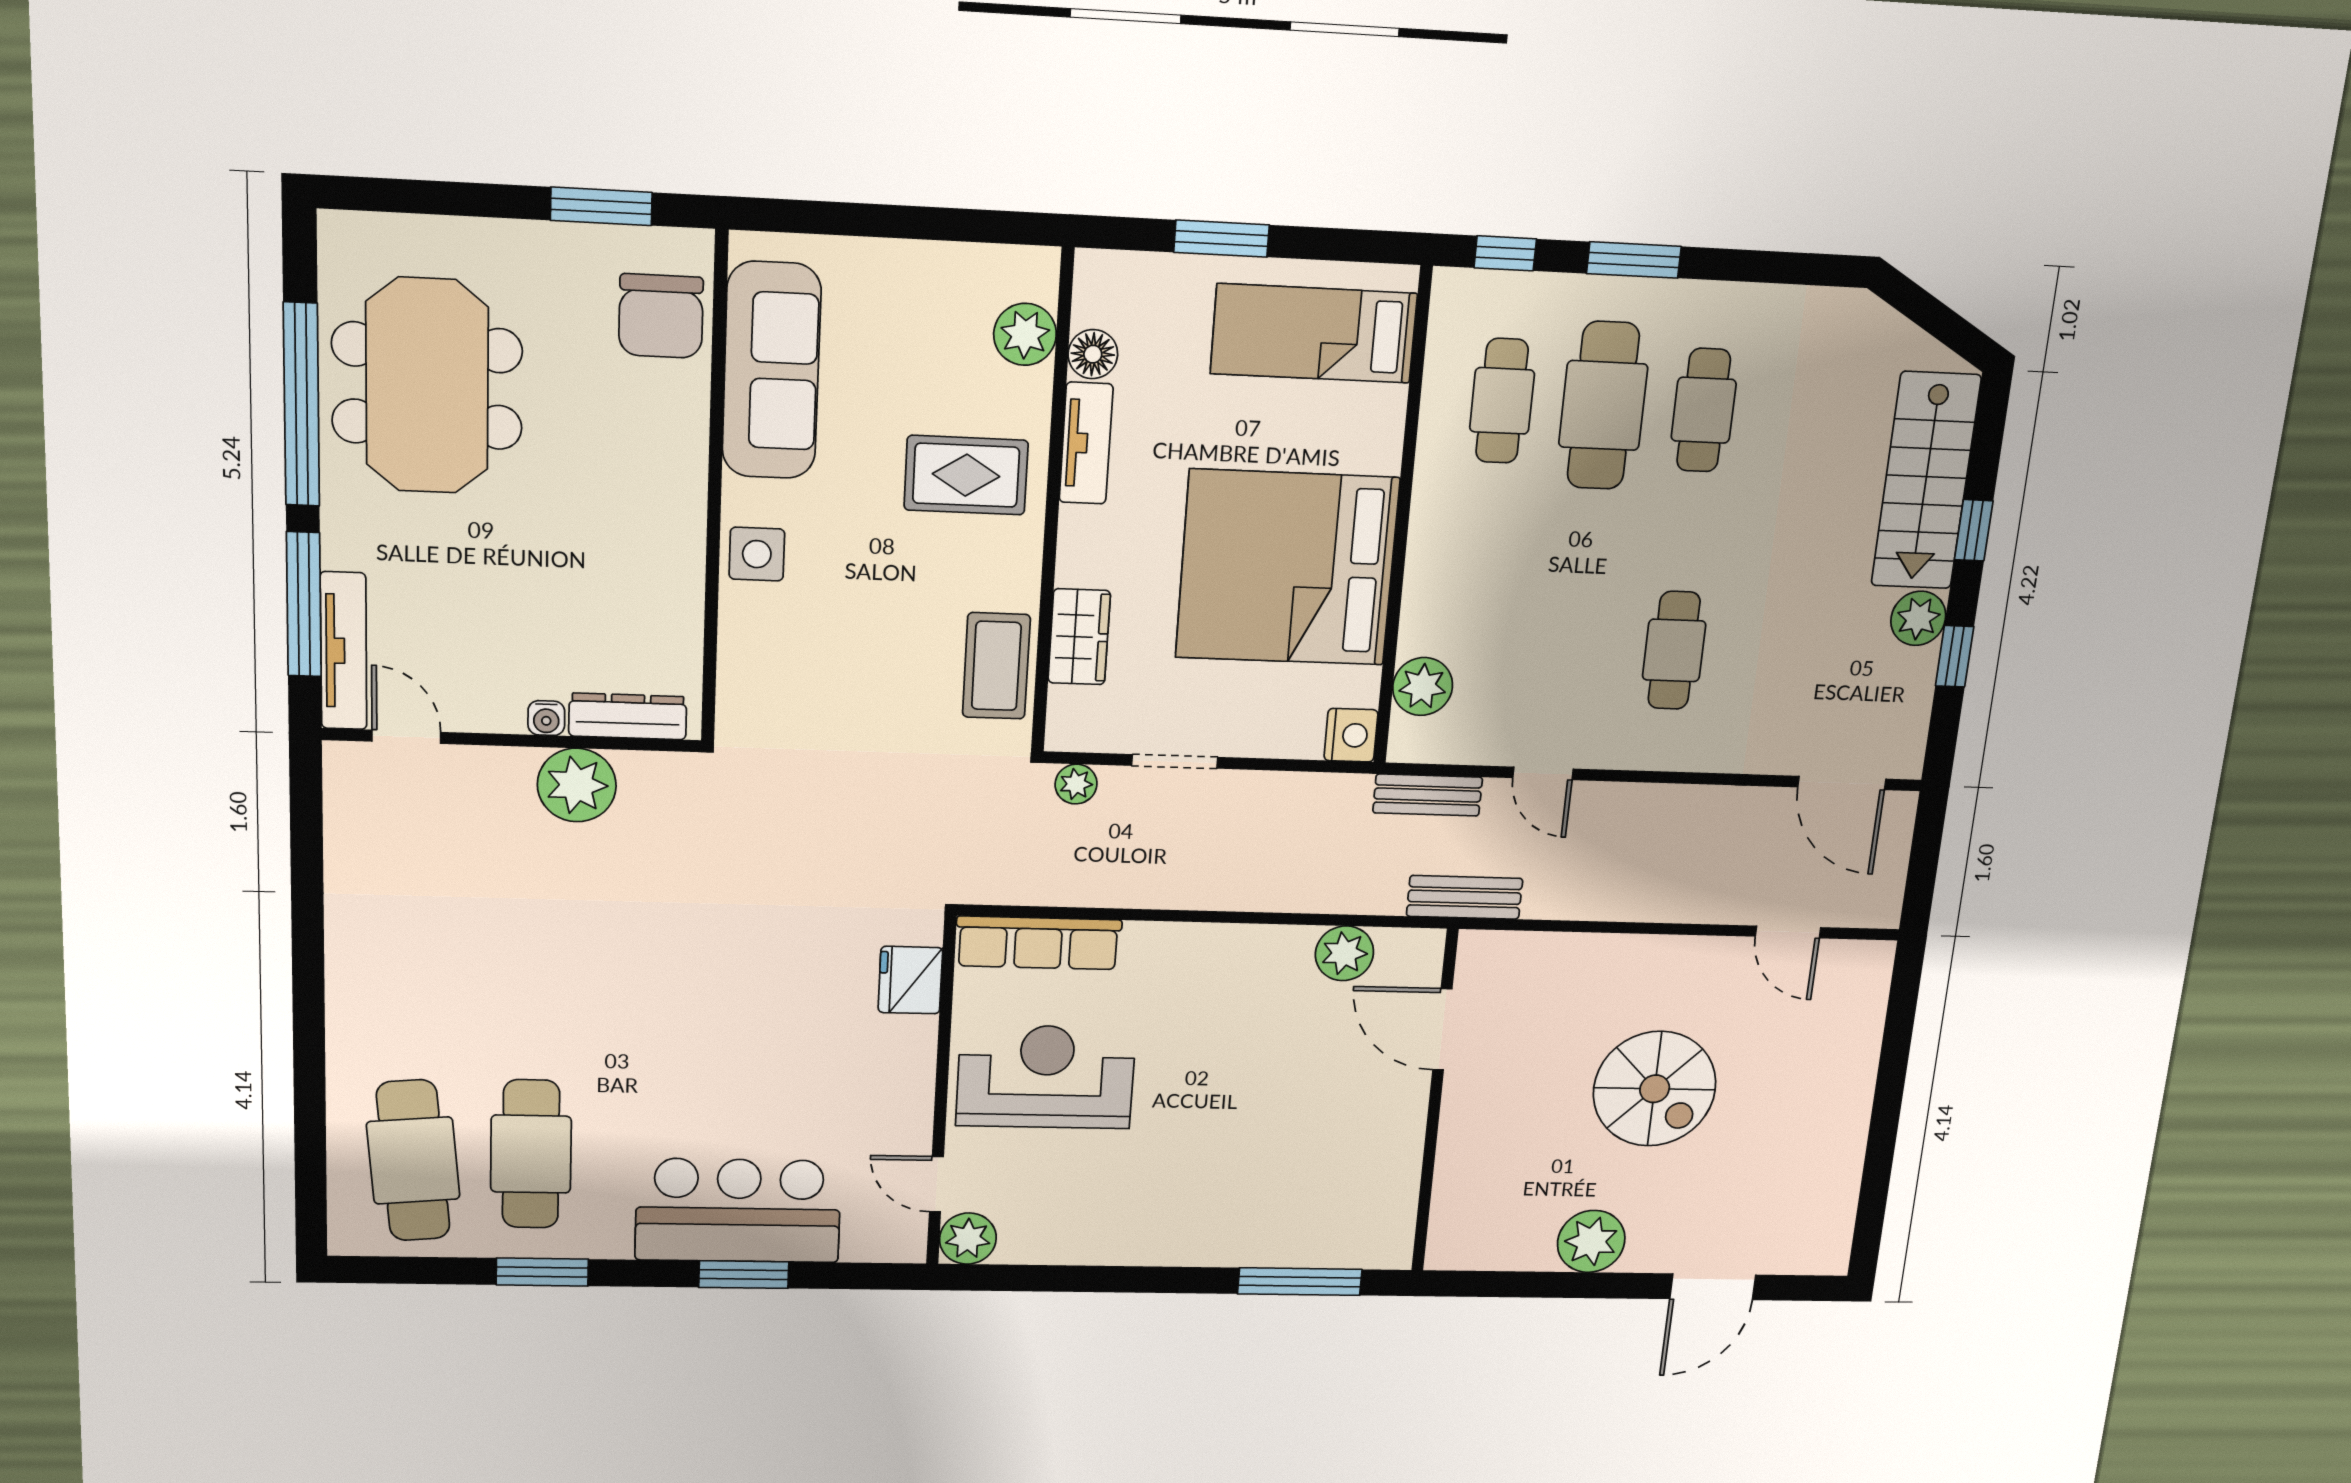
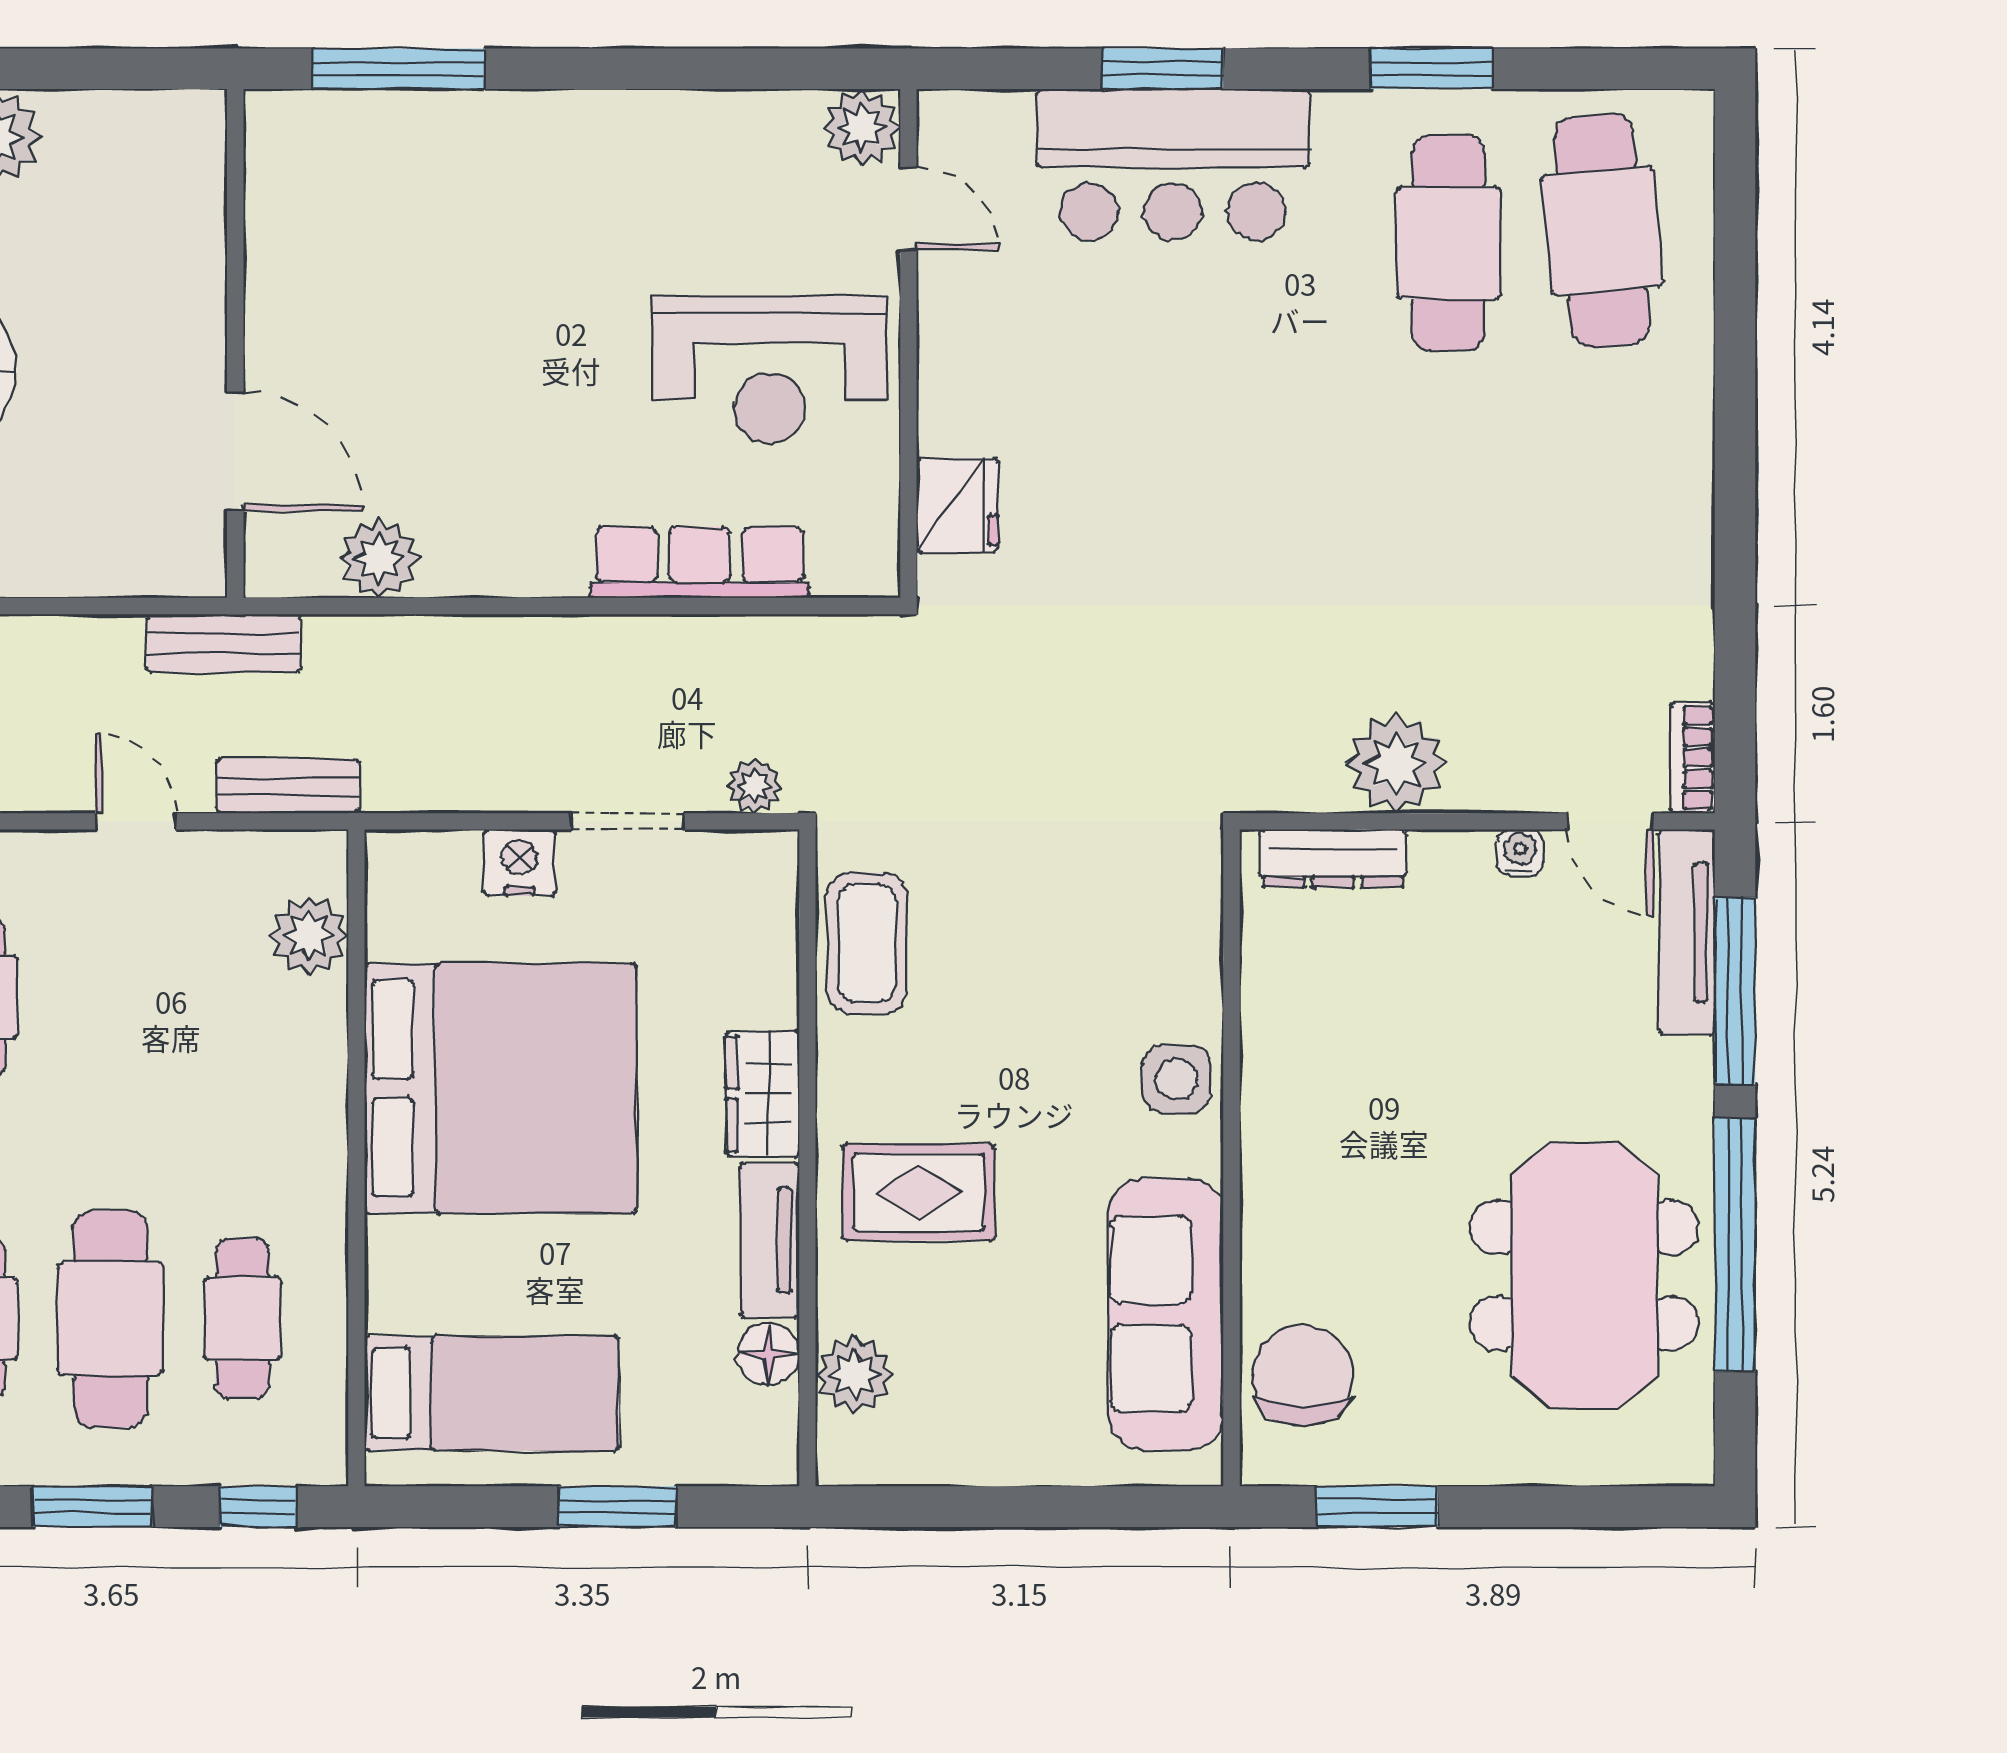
wardrobe: (1079, 637) -> (763, 1094), moved
water cooler: (546, 718) -> (1520, 852), moved
nightstand: (1351, 735) -> (520, 863), moved, turned 90
bookcase: (340, 782) -> (1693, 758), added
row of seats: (1038, 943) -> (700, 562), moved

